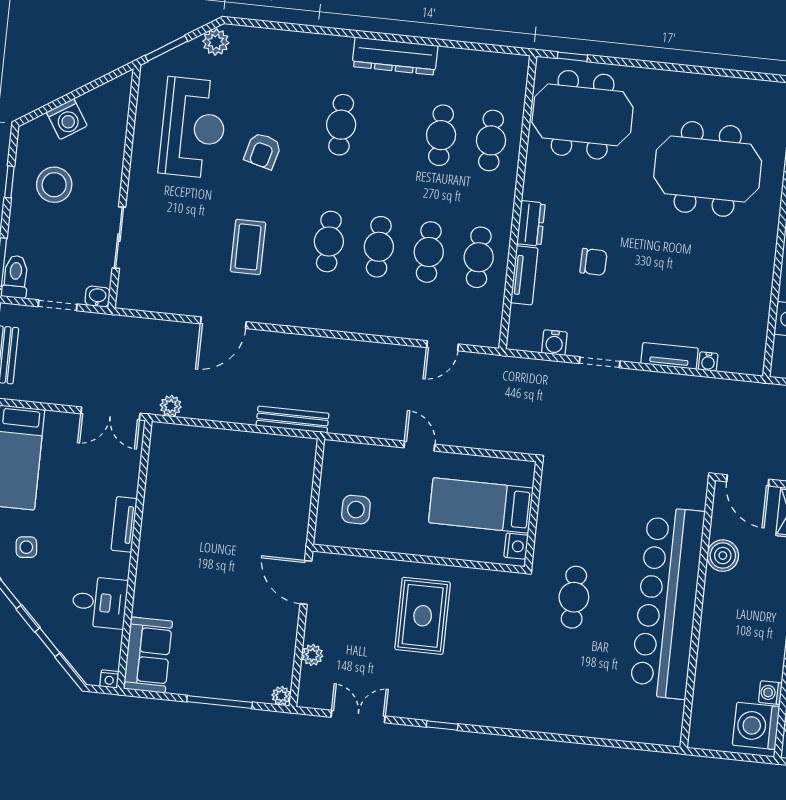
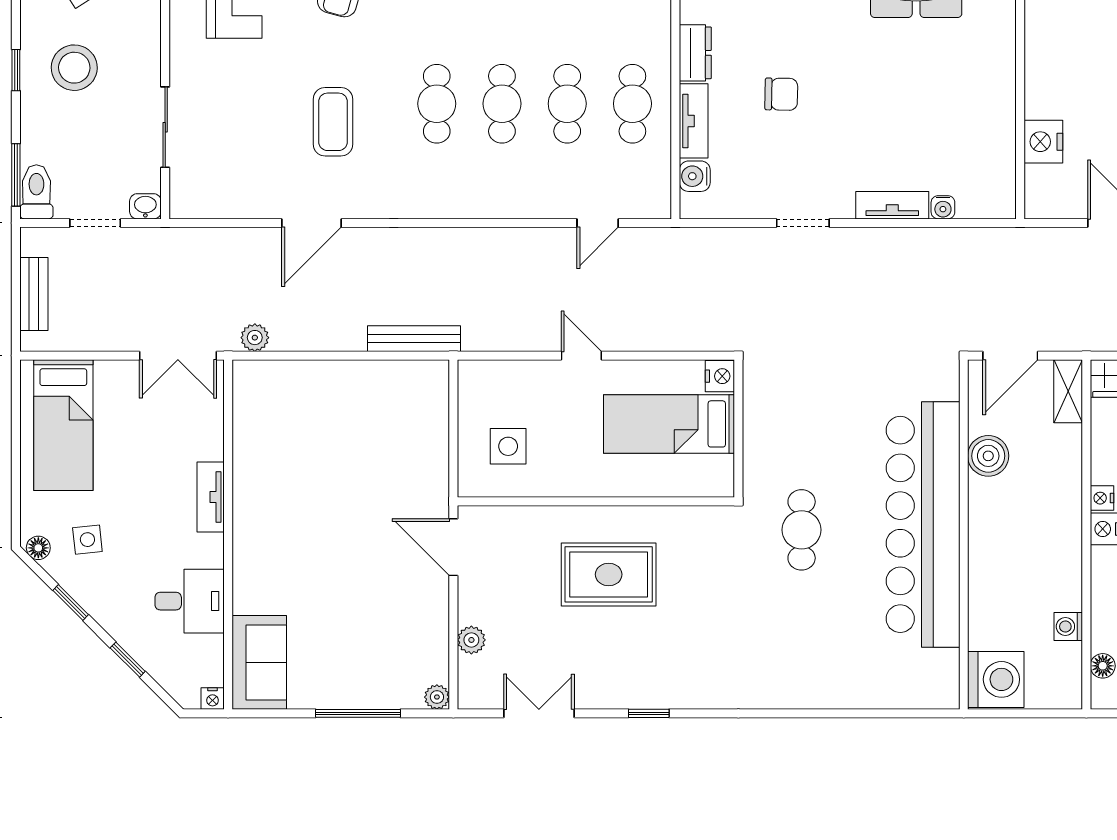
water cooler: (554, 343) -> (695, 176), moved, turned 90
door: (748, 480) -> (1010, 356), hinge flipped
nightstand: (516, 546) -> (720, 376), moved
rug: (423, 616) -> (609, 574), turned 90
washing machine: (756, 726) -> (996, 679), moved, turned 180

